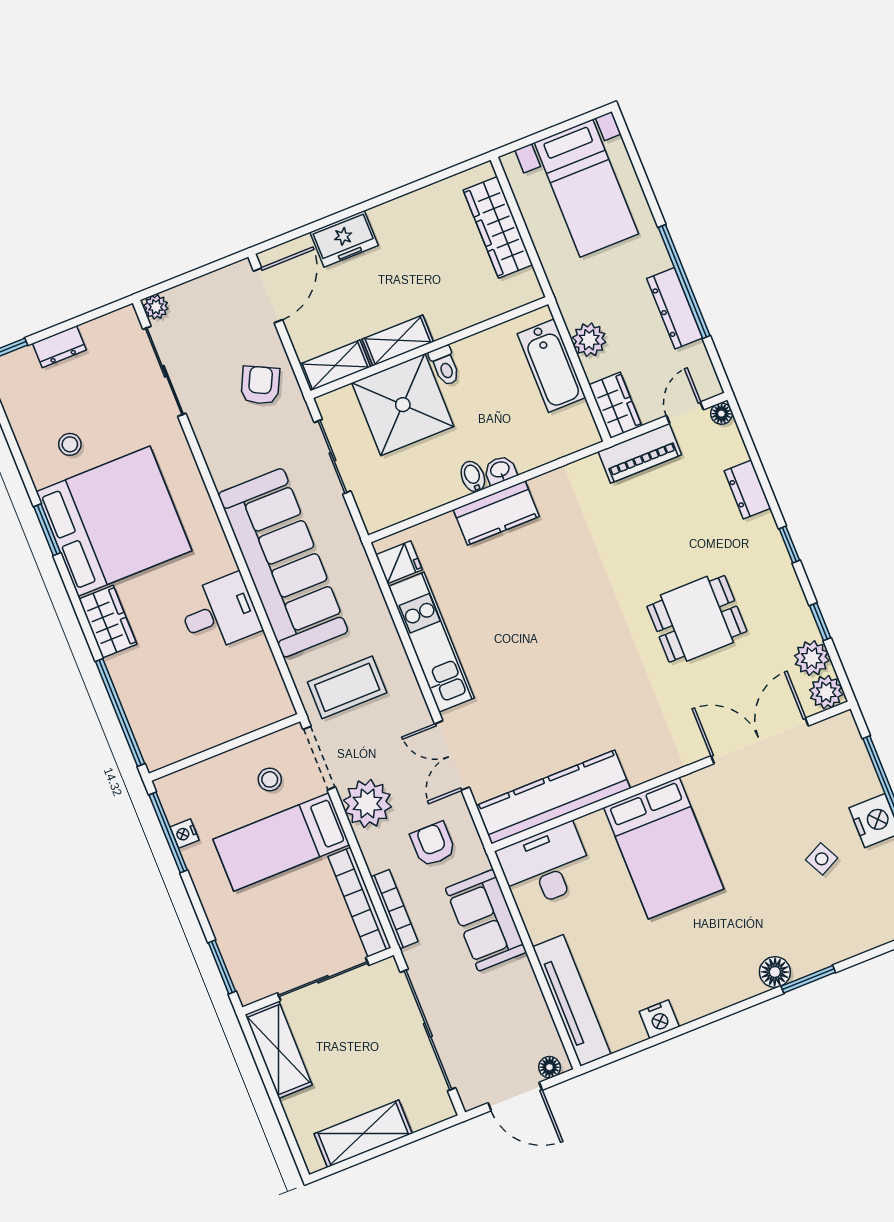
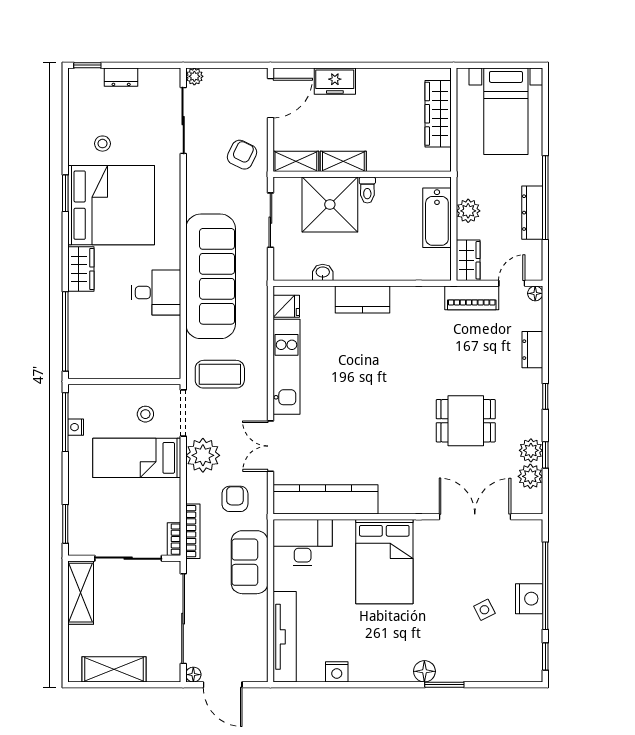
washbasin: (500, 470) -> (323, 272), moved
bidet: (473, 477) -> (357, 270), removed
plant: (826, 692) -> (531, 450), moved
bookcase: (359, 902) -> (174, 539), width x0.43, depth x0.76
floor lamp: (549, 1067) -> (193, 675), moved

